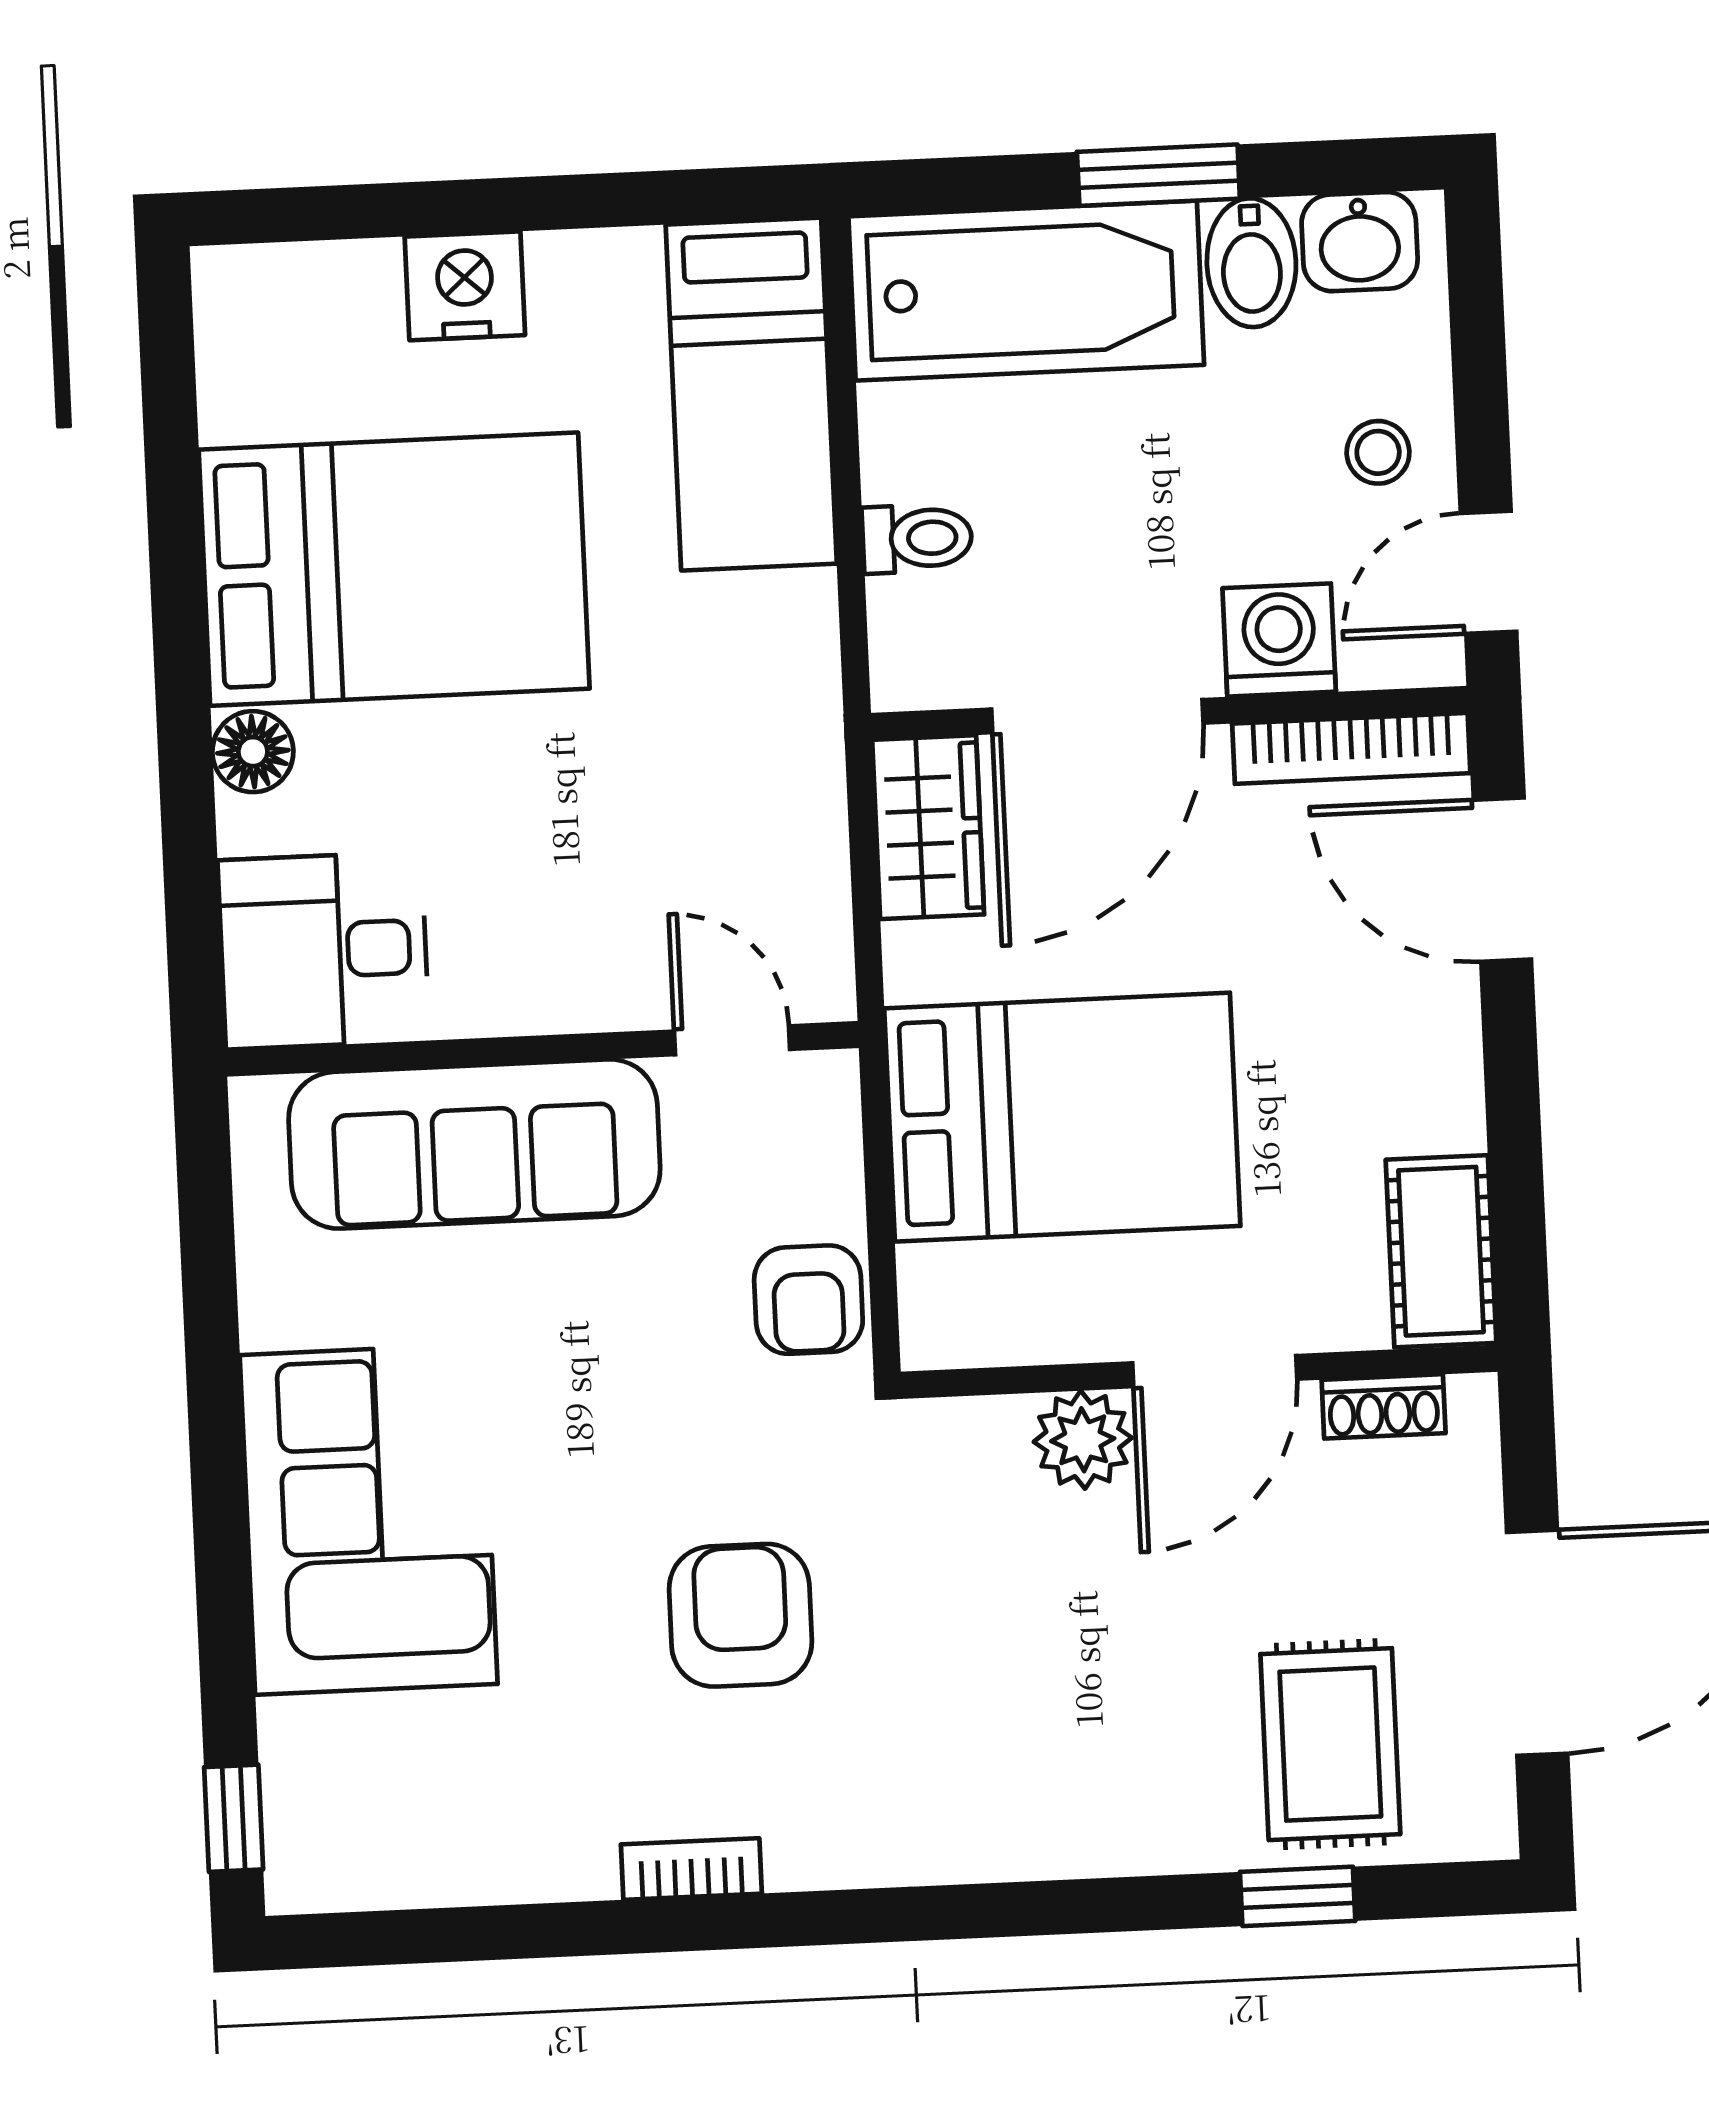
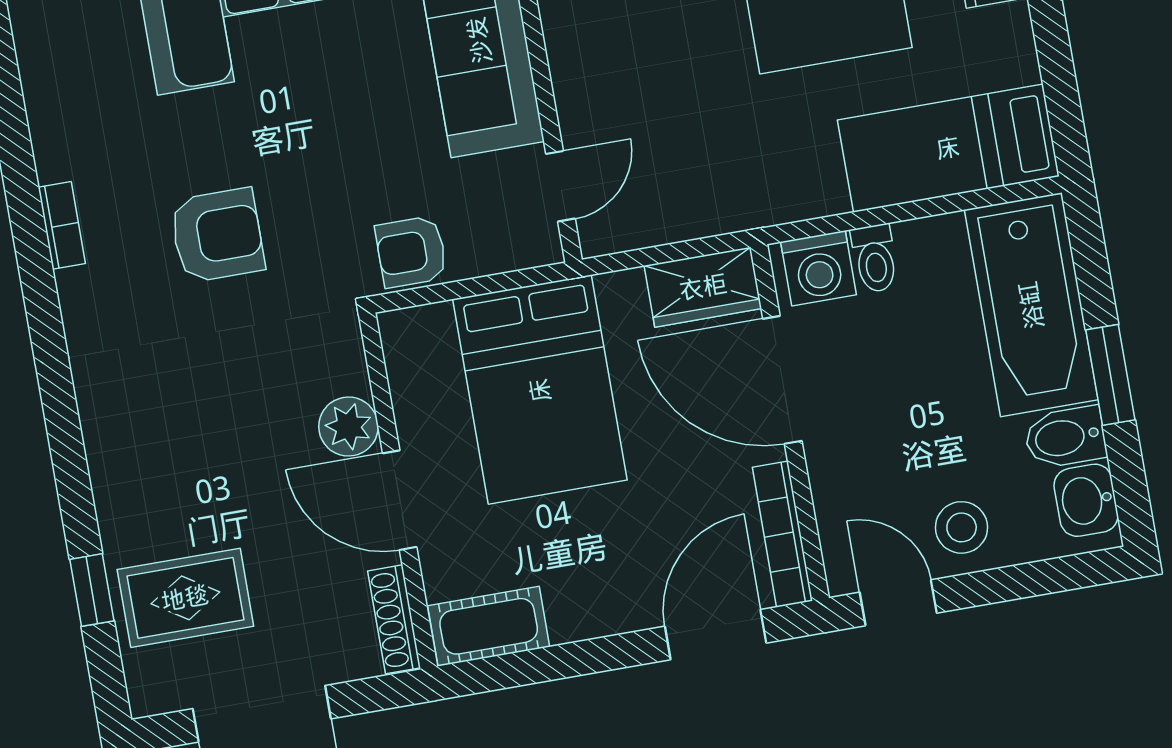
stool: (1378, 452) -> (962, 527), width x1.37, depth x1.37
washing machine: (1279, 640) -> (818, 268), moved, turned 90
shoe rack: (1384, 1406) -> (394, 619), width x1.43

